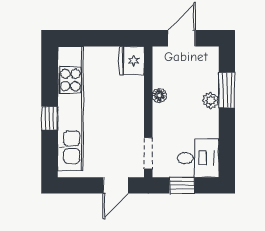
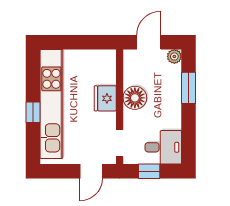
fridge: (132, 61) -> (105, 98), moved
floor lamp: (159, 95) -> (135, 98), width x1.89, depth x1.89
plant: (211, 101) -> (174, 56), moved

